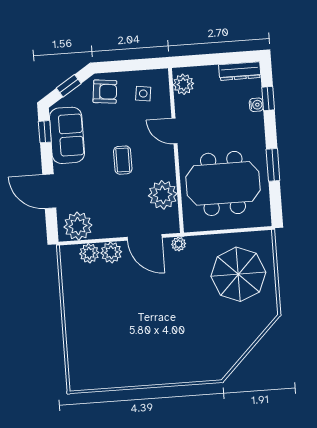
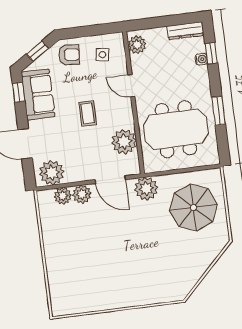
plant: (179, 244) -> (146, 189), width x1.88, depth x1.88

